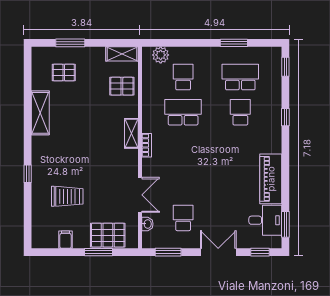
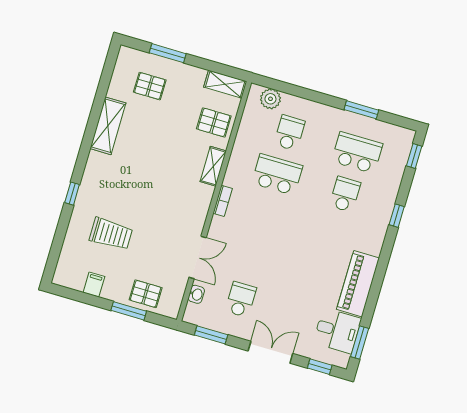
shelving: (131, 133) -> (213, 166), moved
pallet: (108, 235) -> (146, 294), width x0.67, depth x0.71

